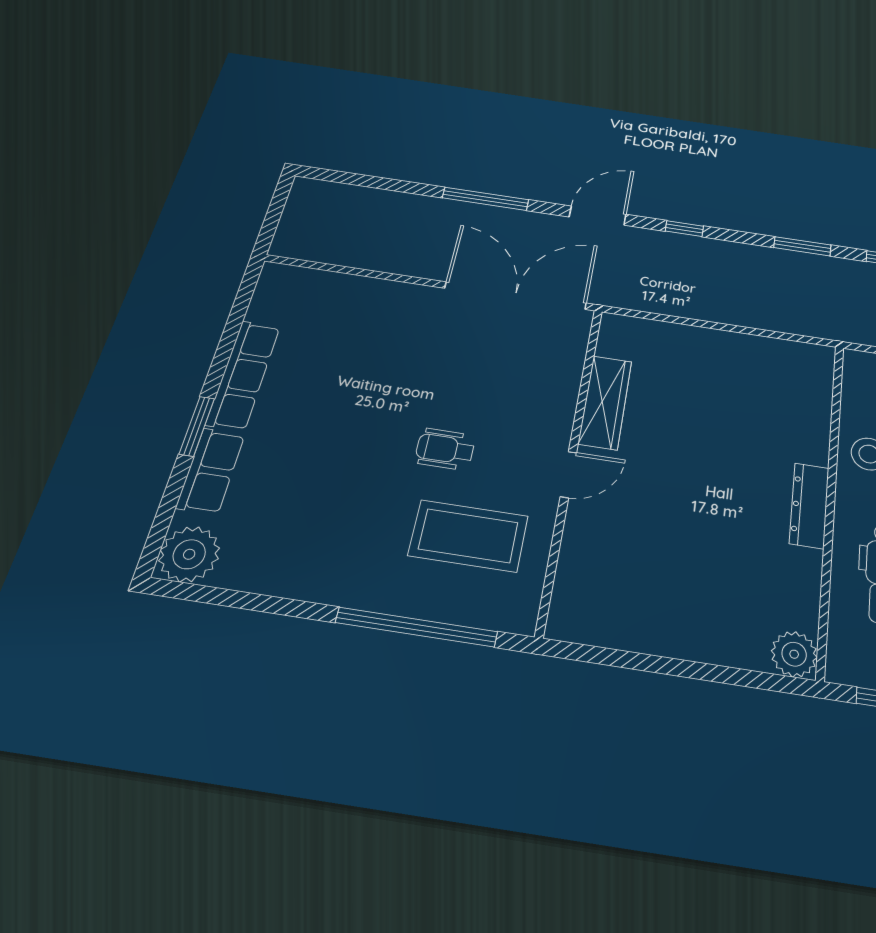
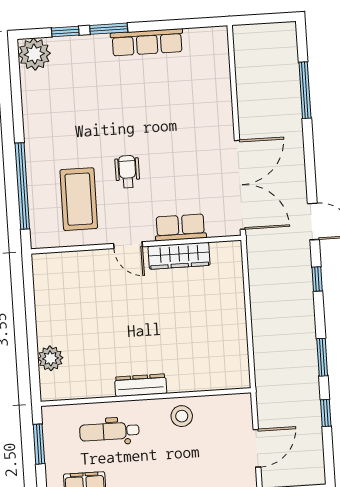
window: (485, 199) -> (305, 90), moved
row of seats: (211, 471) -> (180, 227), moved, turned 180
window: (172, 495) -> (65, 32), added
plant: (794, 654) -> (50, 358), moved

